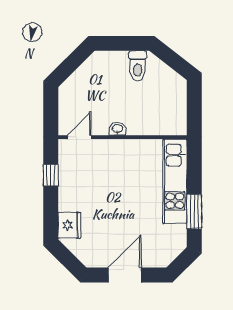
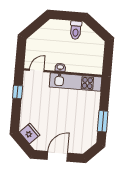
kitchen unit: (175, 181) -> (76, 82), moved, turned -90
fridge: (69, 225) -> (30, 134), moved, turned -45

